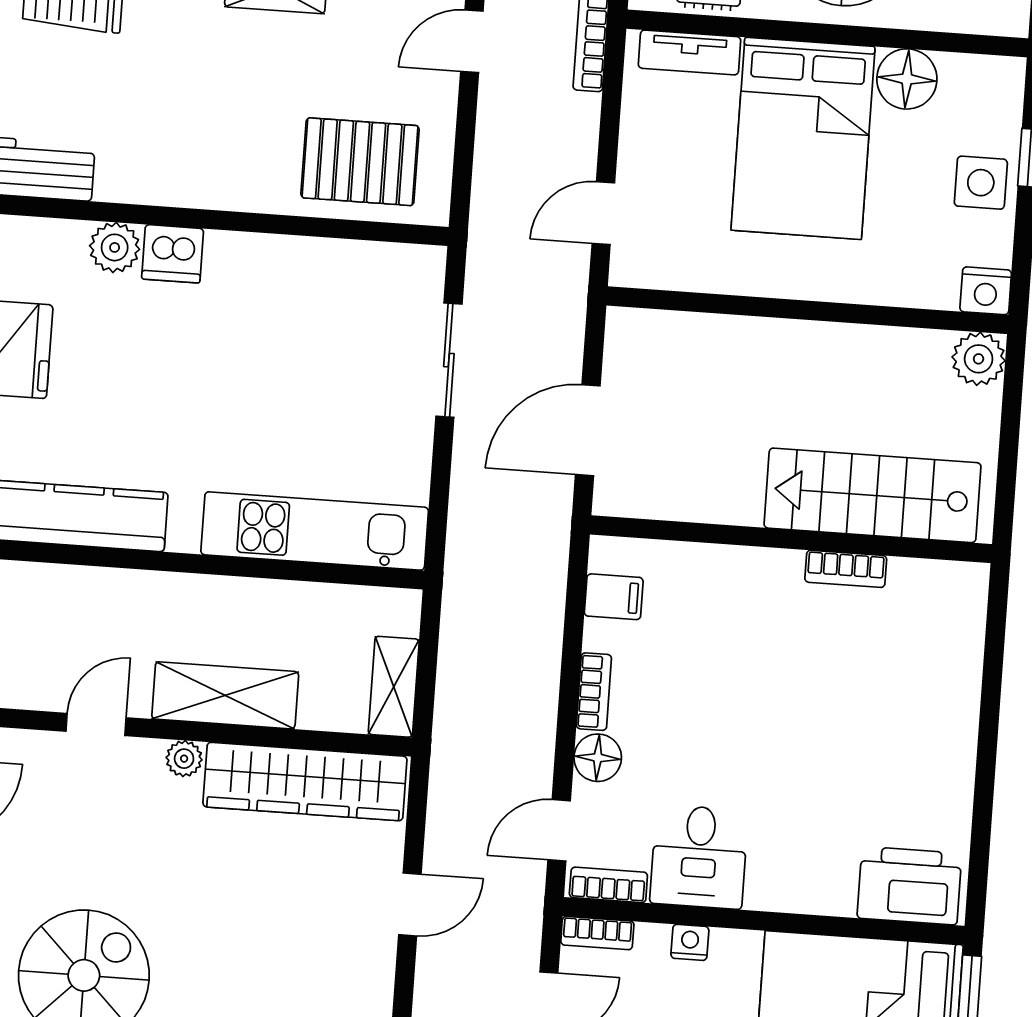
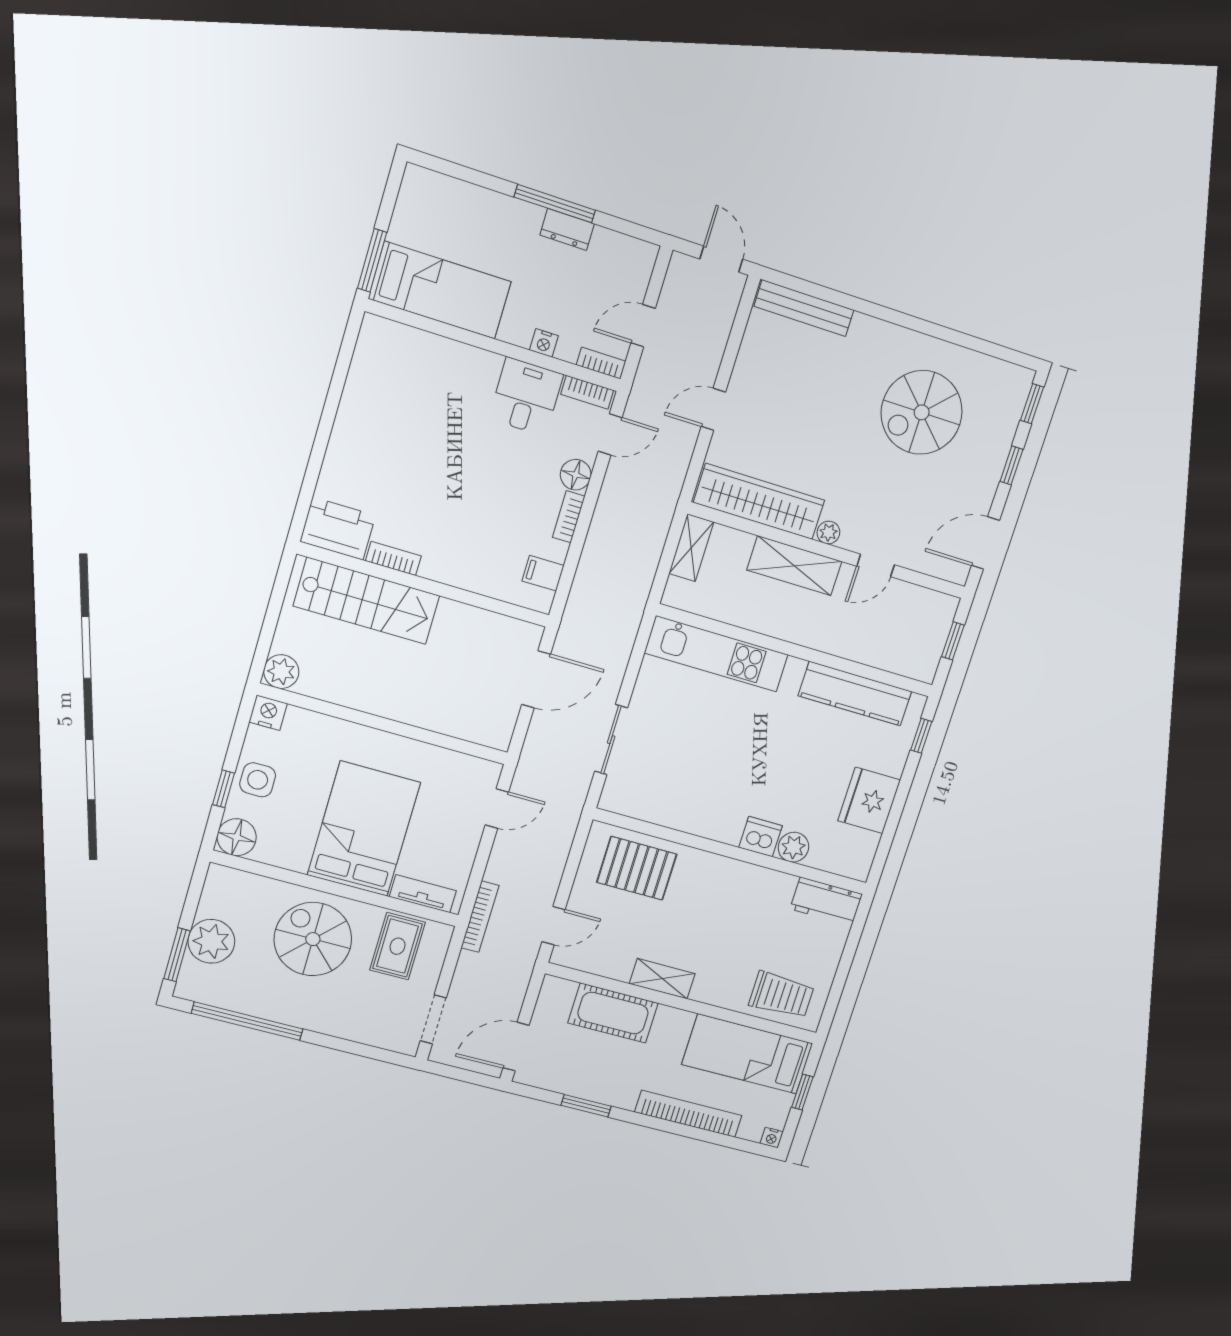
floor lamp: (907, 79) -> (237, 837), moved
printer: (909, 886) -> (338, 529), moved, turned 180

